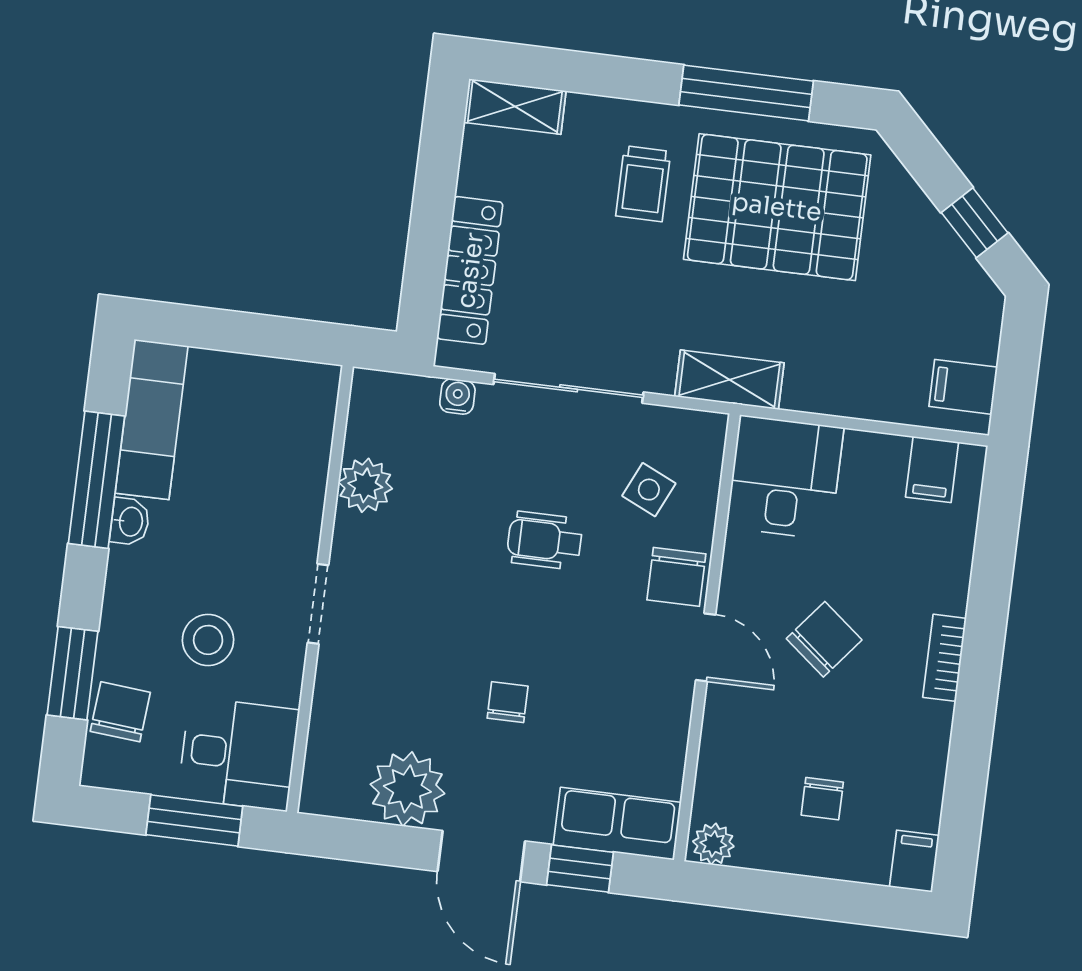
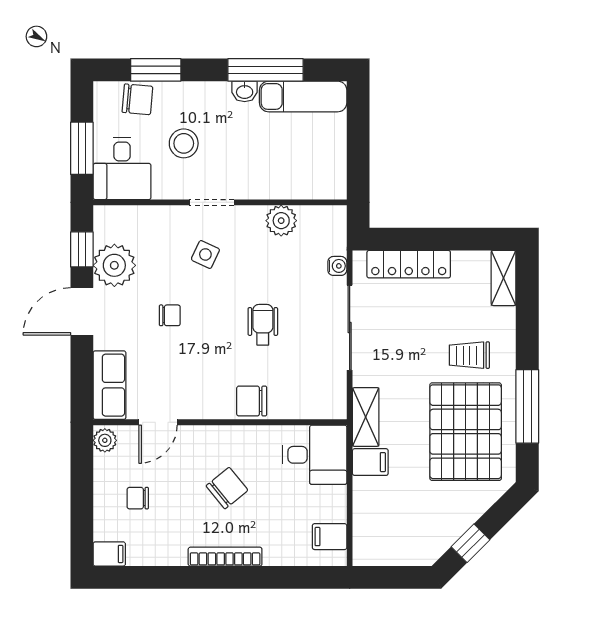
filing cabinet: (963, 387) -> (370, 462), moved, turned 90
side table: (649, 490) -> (205, 254), moved
chair: (824, 639) -> (227, 488), turned -78
door: (706, 647) -> (158, 422), moved
bookcase: (944, 658) -> (225, 557), width x1.56
window: (580, 868) -> (82, 249), moved

